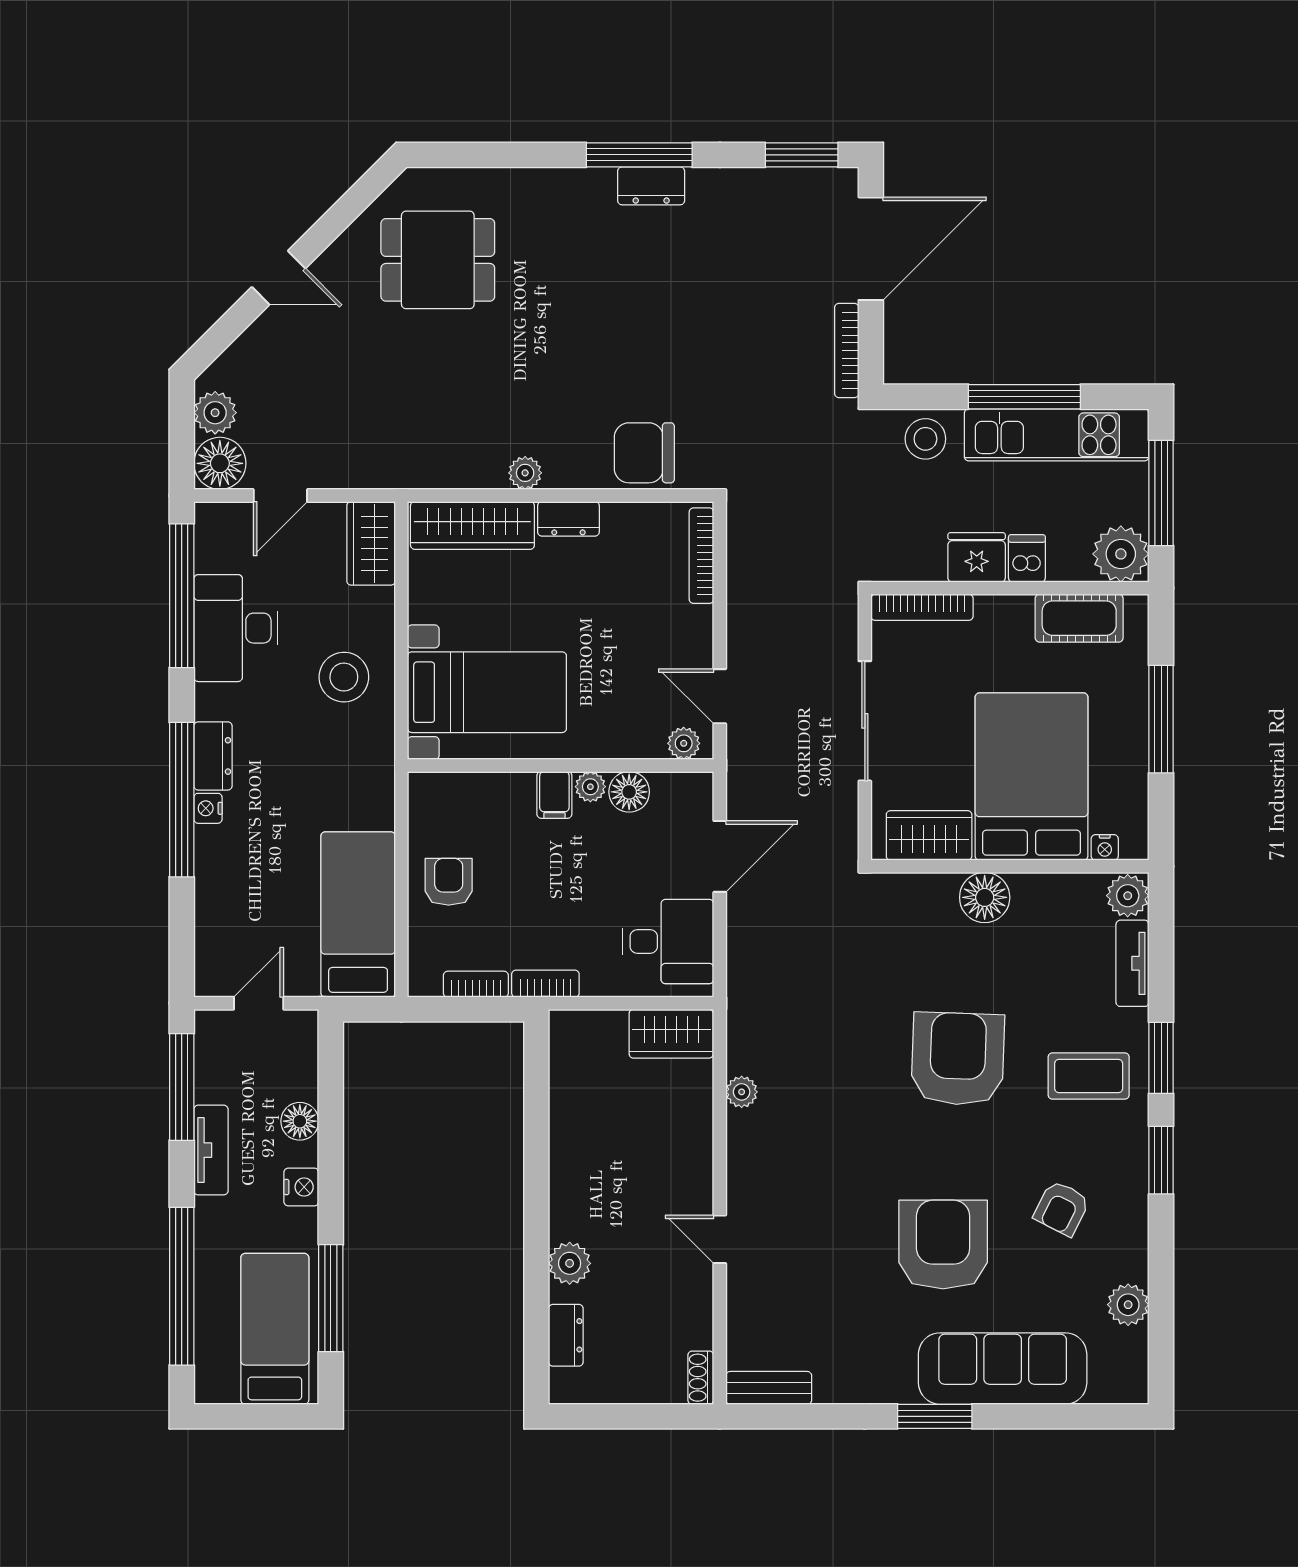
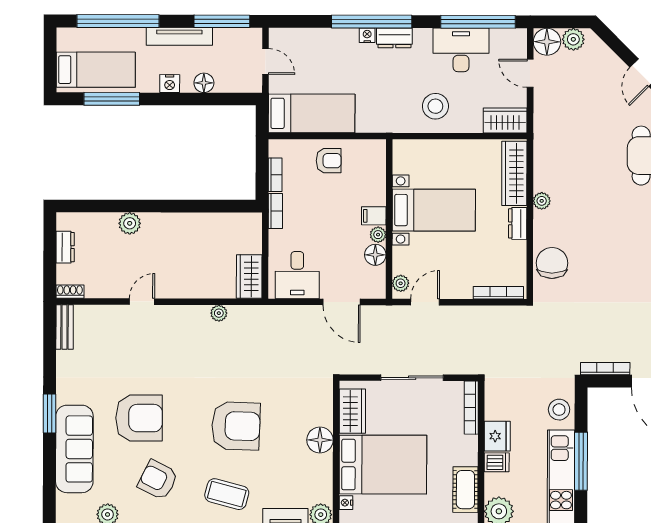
bed with nightstands: (487, 692) -> (434, 210), moved, turned -90
coffee table: (1089, 1076) -> (227, 494), turned -75
tv unit: (211, 1150) -> (179, 36), width x1.41
armchair: (1062, 1208) -> (158, 480), width x1.38, depth x1.38
dresser: (566, 1335) -> (65, 247), moved, turned -90

